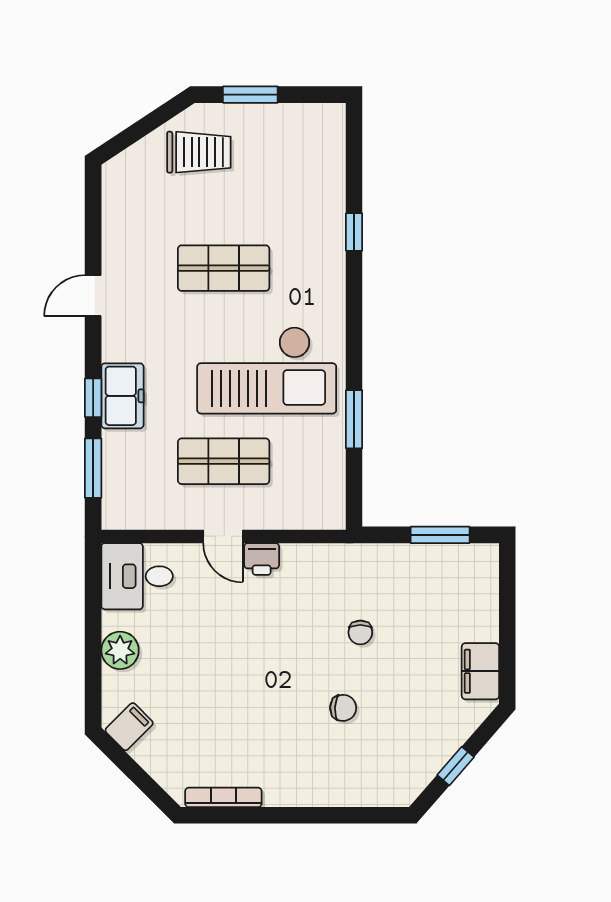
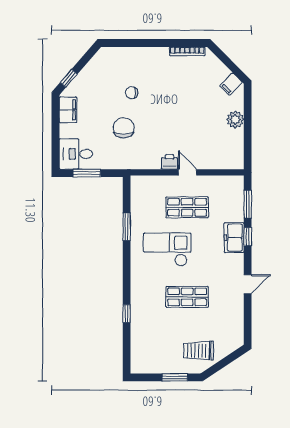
checkout: (267, 370) -> (167, 249), width x0.73, depth x0.83
desk: (137, 576) -> (76, 154), moved, turned 180
chair: (360, 632) -> (124, 128), width x1.87, depth x1.87
window: (456, 766) -> (69, 78), moved

